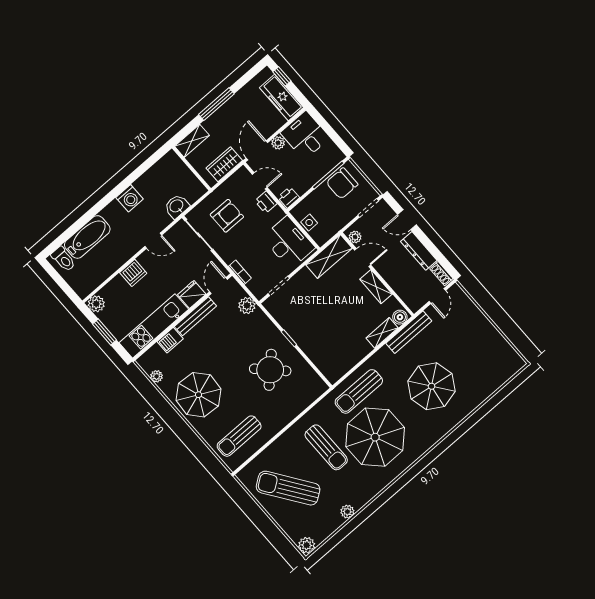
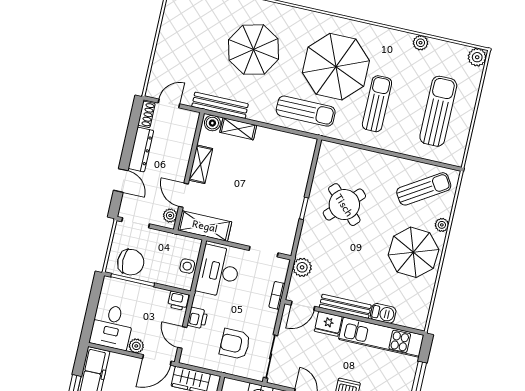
plant: (157, 376) -> (442, 225), moved
sun lounger: (239, 436) -> (424, 189), turned -32
sun lounger: (288, 488) -> (438, 111), turned -145

